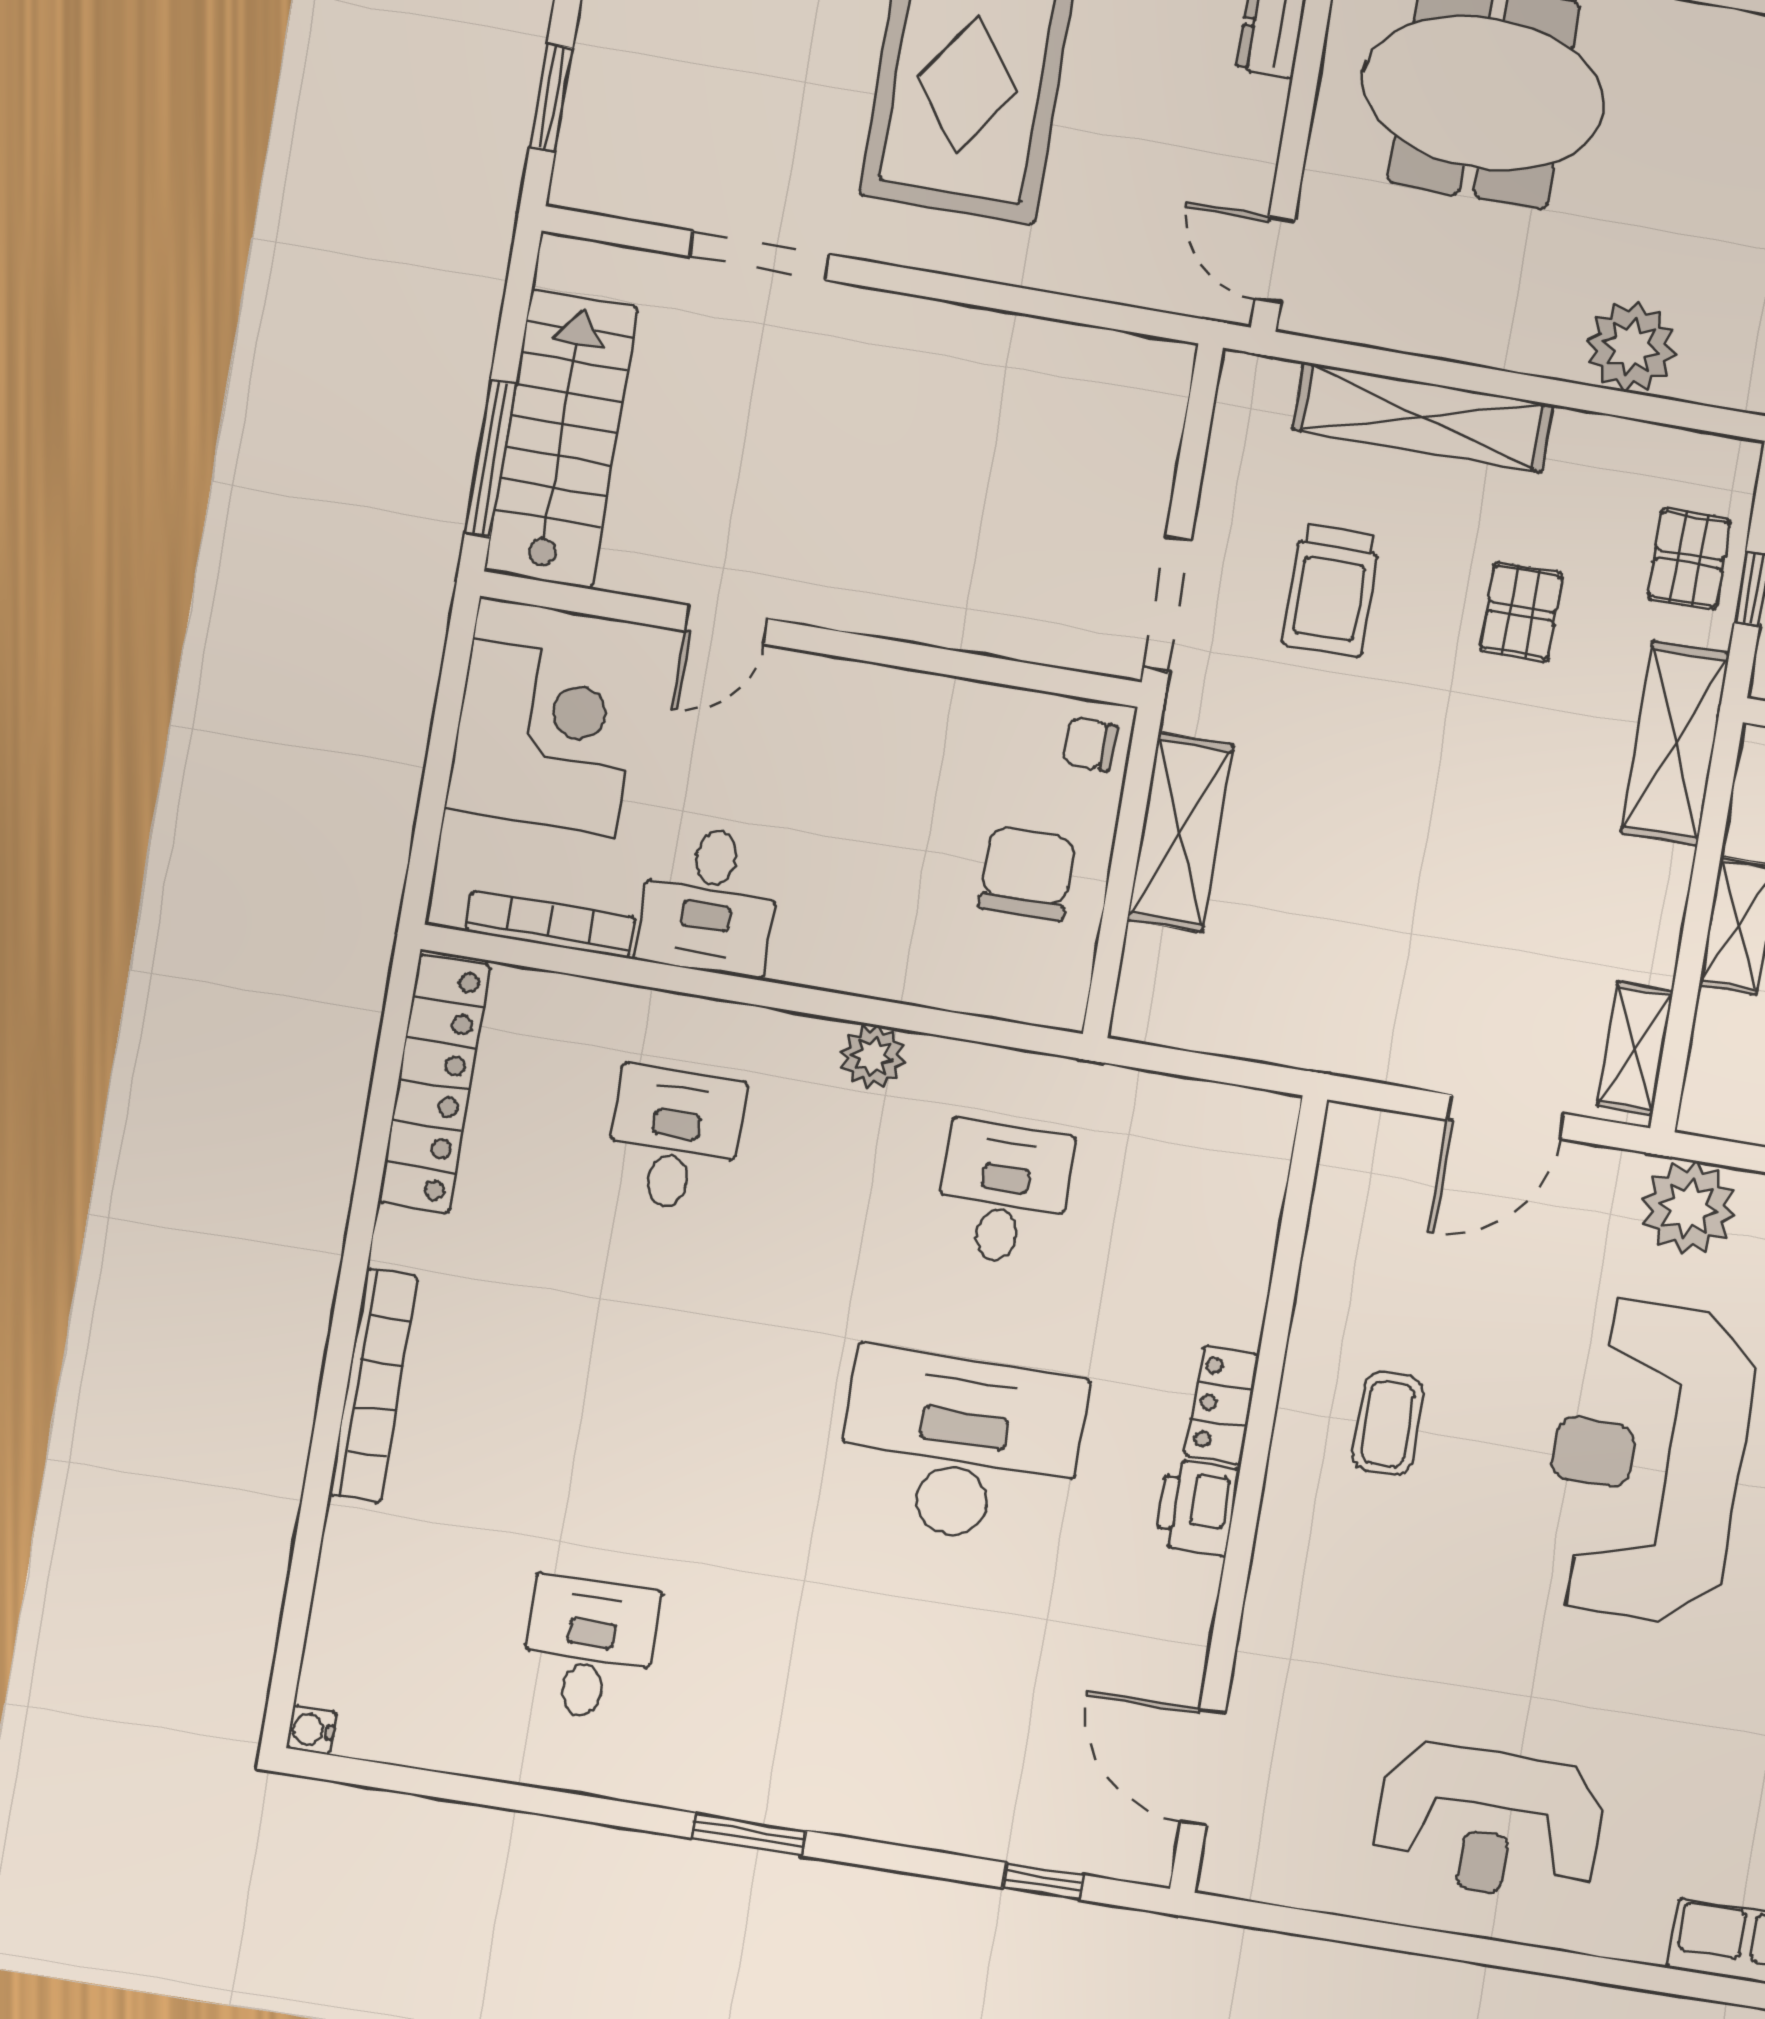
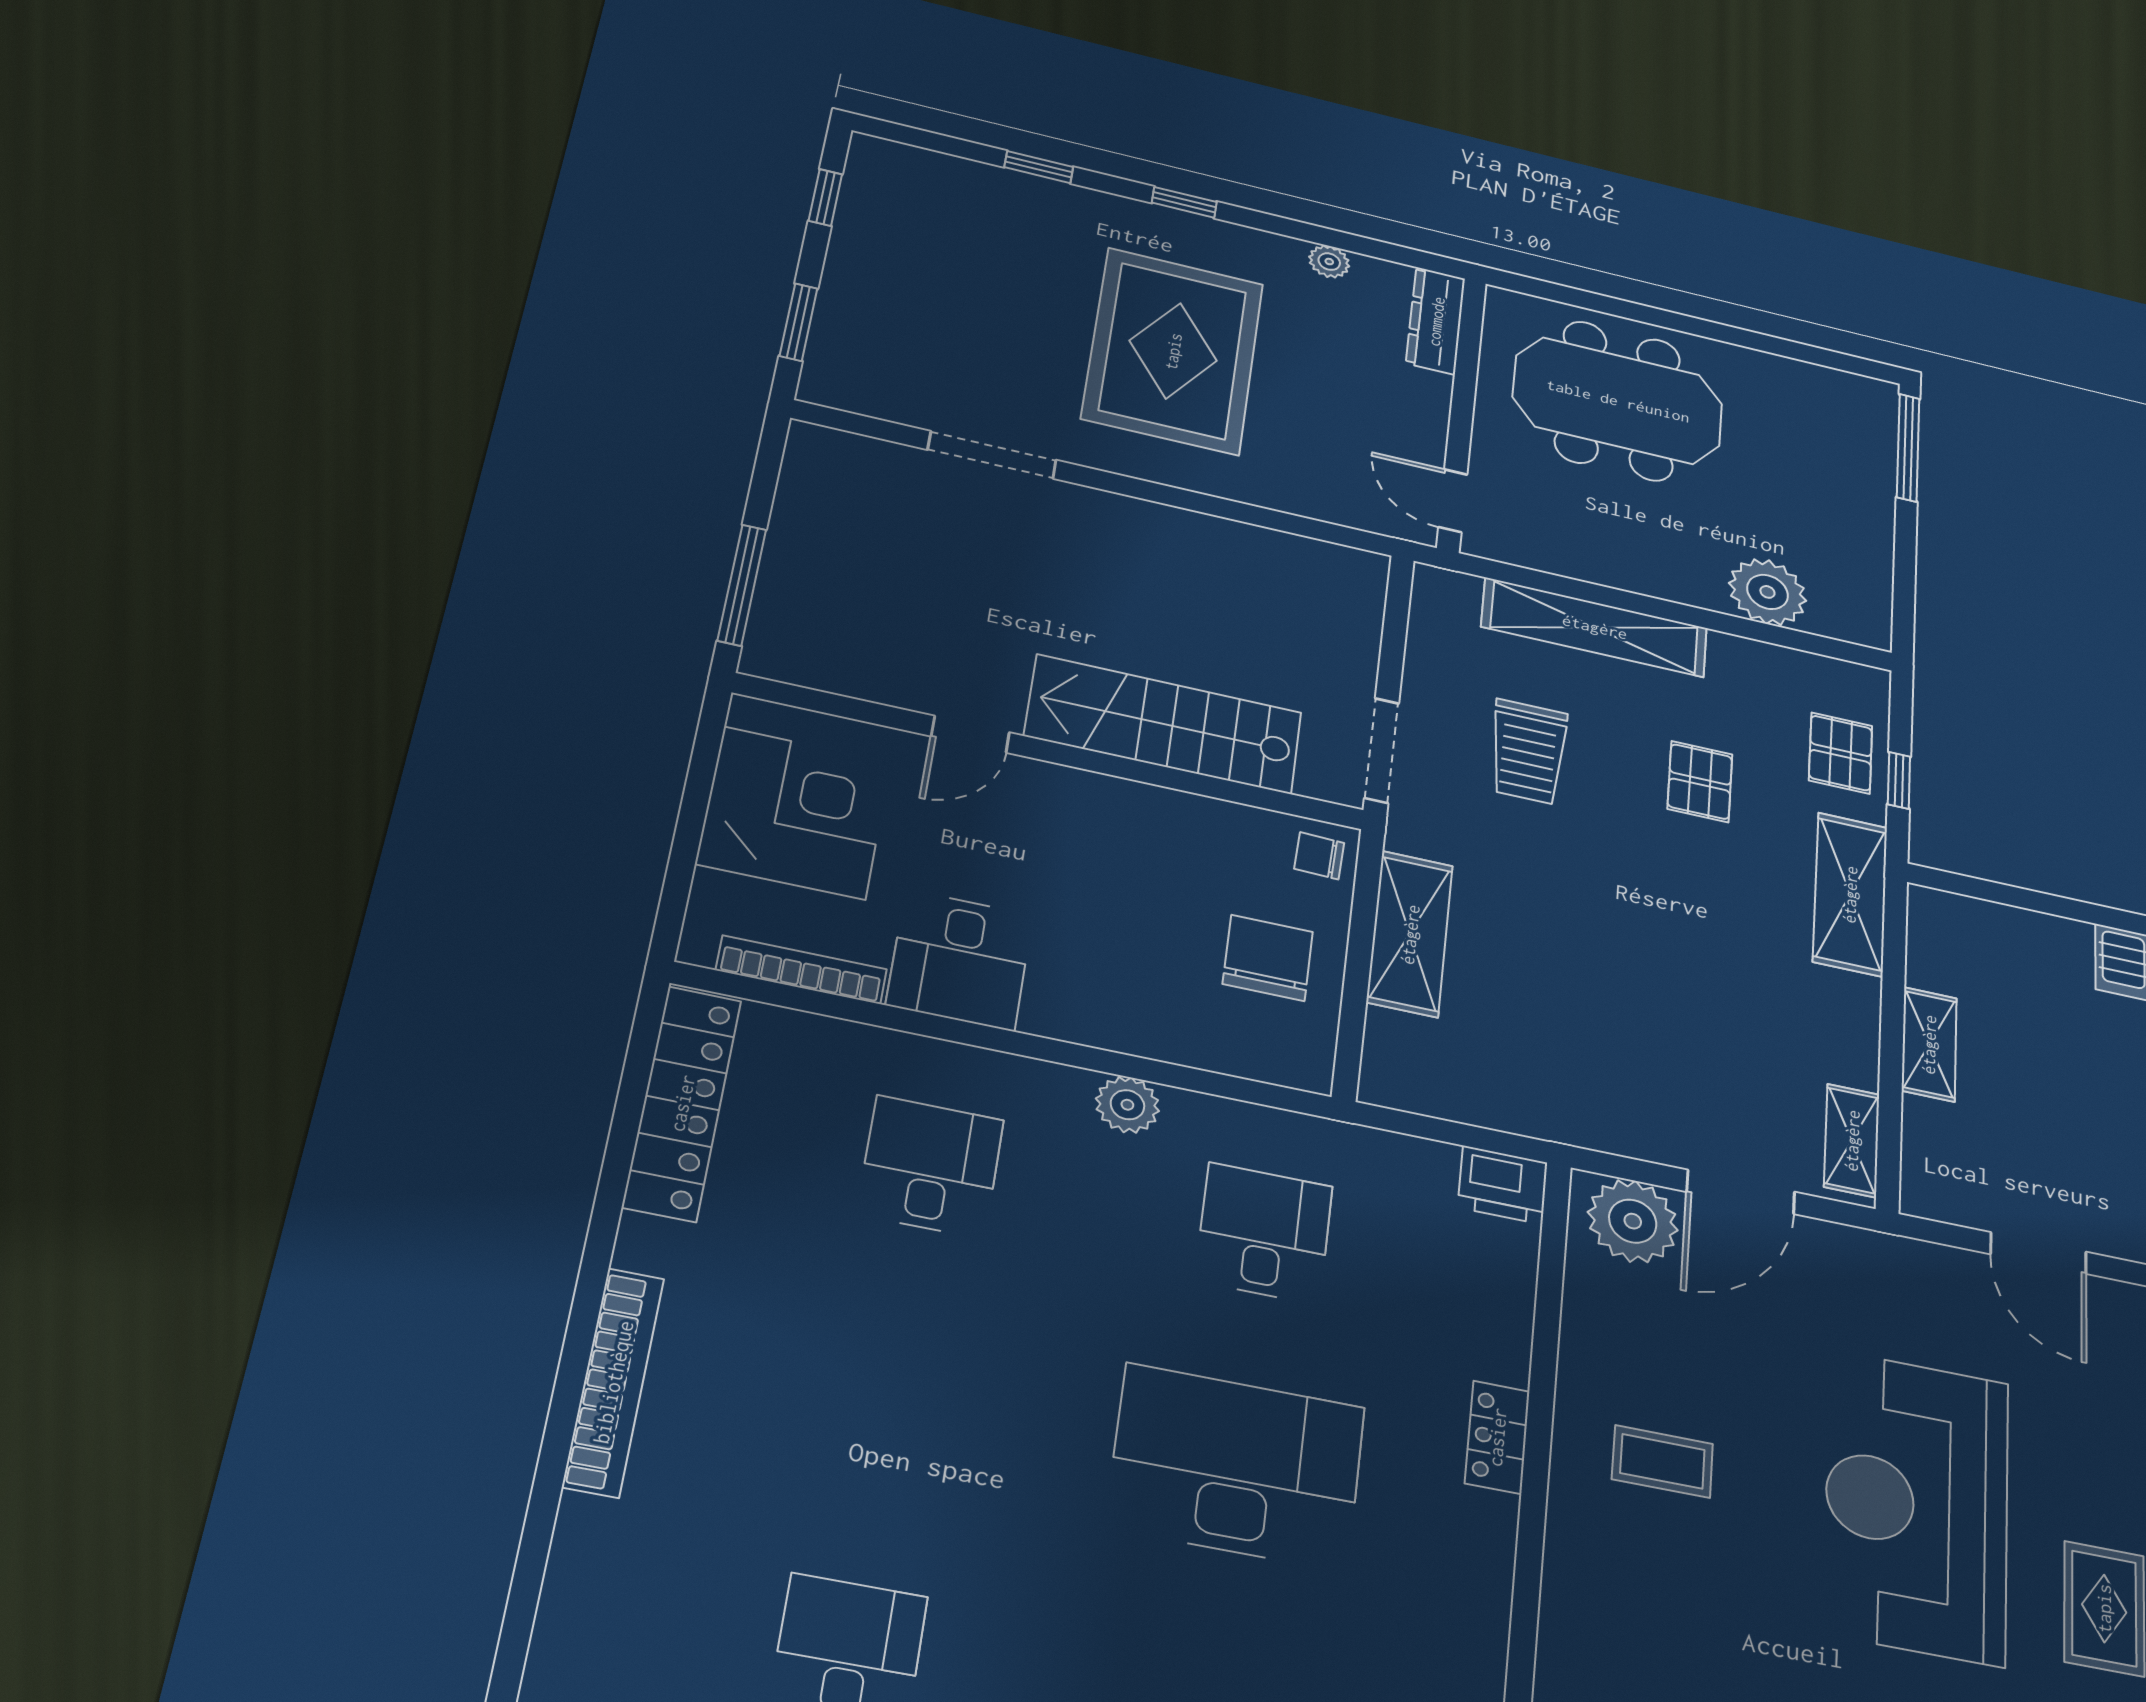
stairs: (561, 439) -> (1164, 724), moved, turned -90
plant: (1688, 1208) -> (1633, 1221), moved
coffee table: (1388, 1423) -> (1662, 1461), turned 90
printer: (1197, 1507) -> (1503, 1185), moved, turned -90

